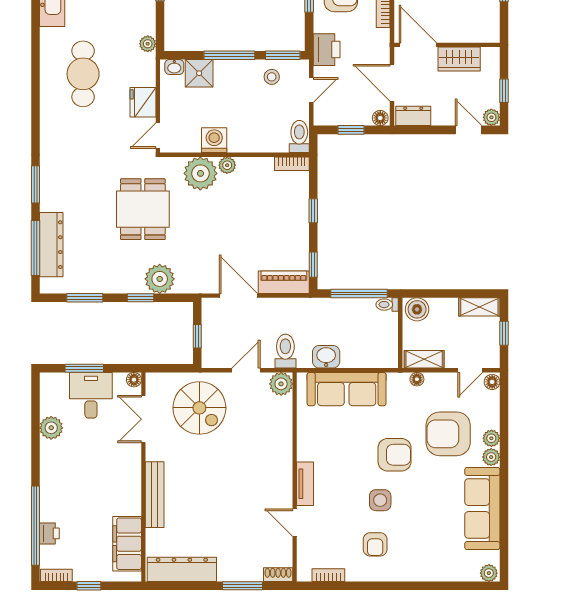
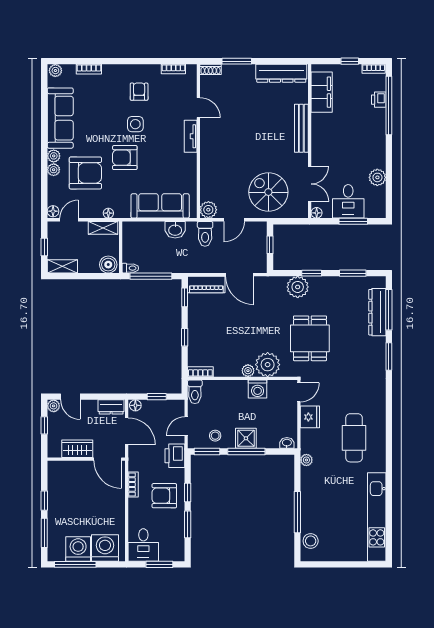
shower: (199, 73) -> (246, 438), moved
bookcase: (443, 575) -> (89, 69), added

